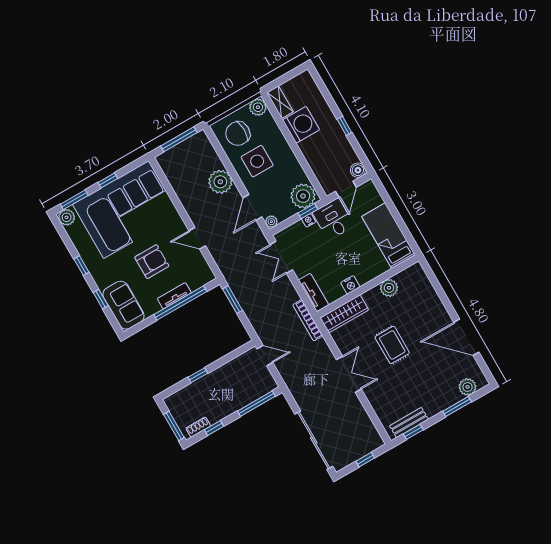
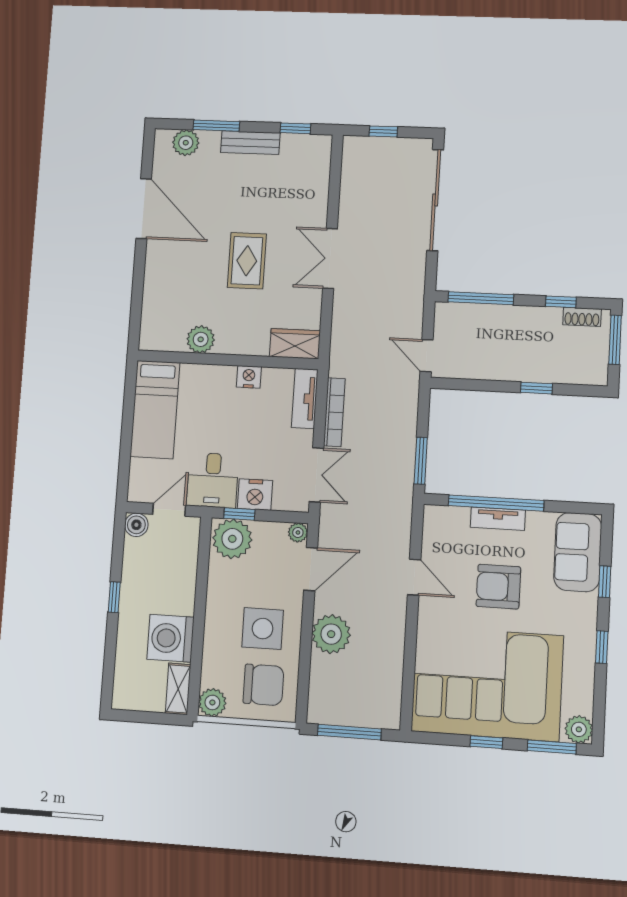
nightstand: (309, 220) -> (255, 495), width x1.89, depth x1.79
wardrobe: (344, 314) -> (295, 344), width x0.67
bookcase: (308, 320) -> (334, 412), moved
bench: (409, 423) -> (250, 143), moved

